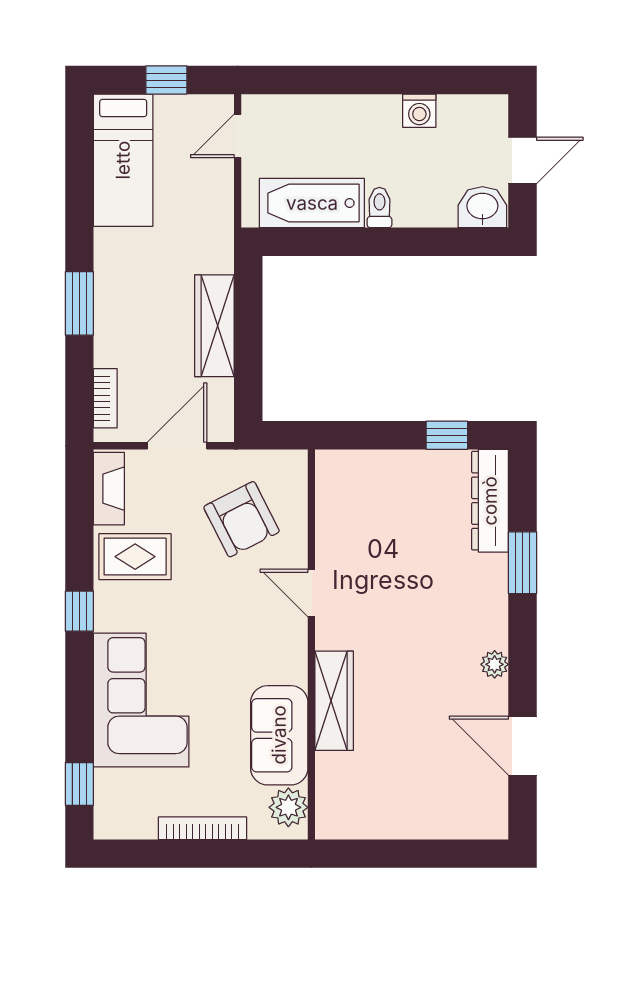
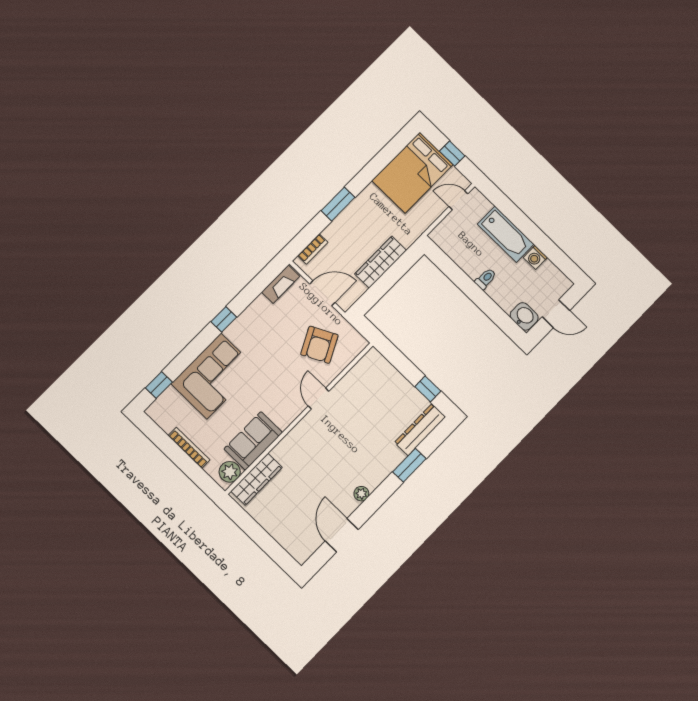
bed: (123, 160) -> (412, 173), width x1.50
bathtub: (312, 203) -> (506, 234), moved, turned 180
rug: (135, 557) -> (265, 319), removed
wardrobe: (334, 701) -> (257, 479), moved

